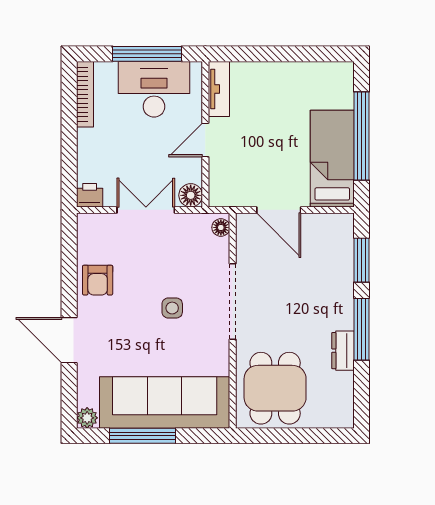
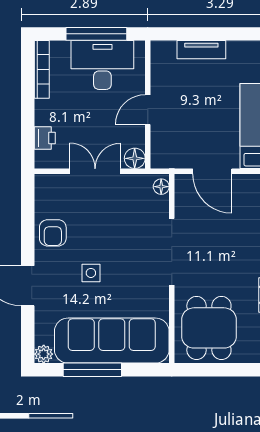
tv unit: (219, 89) -> (201, 50), moved, turned 90
printer: (90, 195) -> (45, 138), moved, turned 90
side table: (172, 308) -> (91, 273), moved

